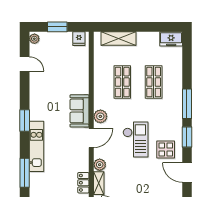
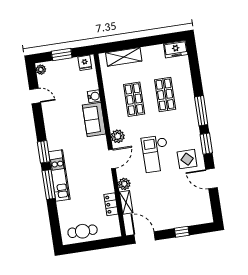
water cooler: (83, 73) -> (94, 96), added
sofa: (79, 111) -> (94, 120), moved
checkout: (135, 139) -> (156, 154), turned 180
window: (25, 173) -> (49, 185), moved

